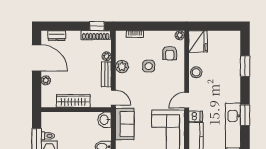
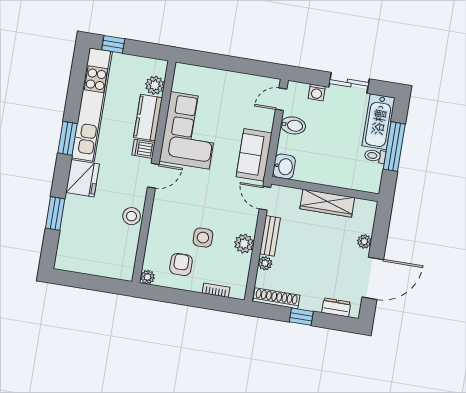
window: (97, 26) -> (301, 317), moved
fridge: (198, 41) -> (83, 178), moved, turned 180
armchair: (170, 53) -> (181, 264), moved
door: (37, 58) -> (373, 278), swing flipped

